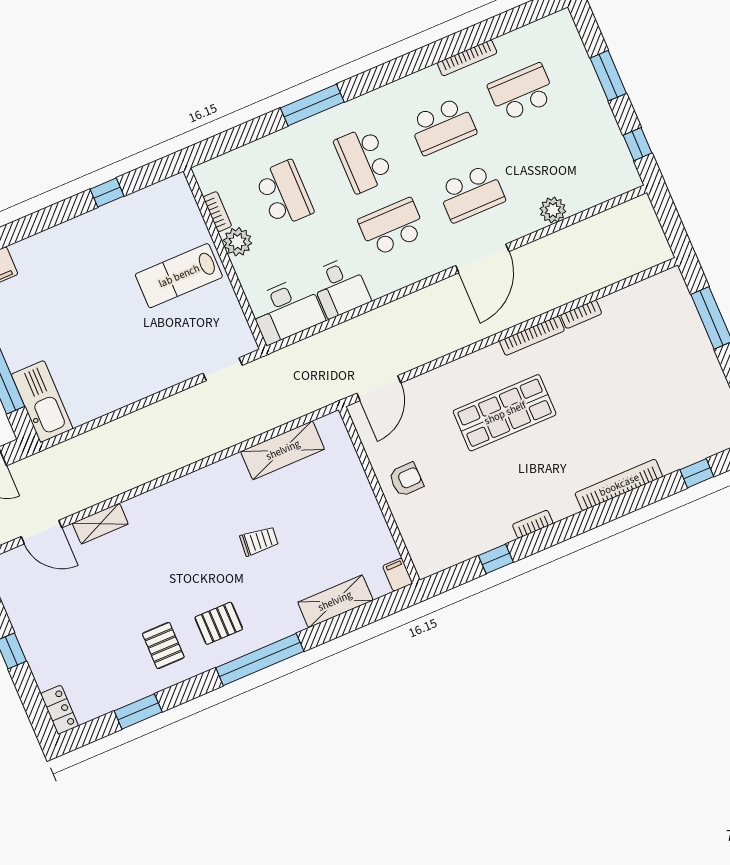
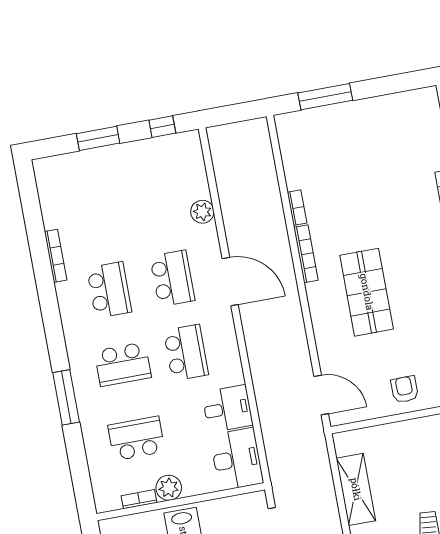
school desk: (522, 92) -> (96, 216), removed
school desk: (392, 227) -> (186, 353), turned 180

